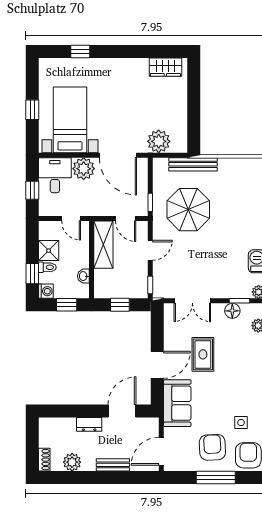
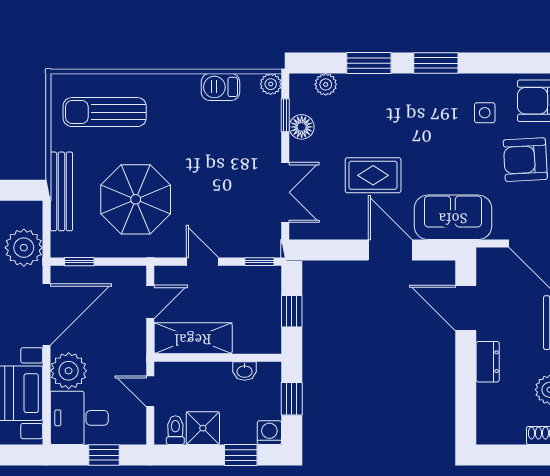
sun lounger: (241, 191) -> (105, 112), added
window: (150, 202) -> (79, 262), moved
door: (71, 219) -> (150, 391), swing flipped
toilet: (47, 267) -> (175, 430), moved

